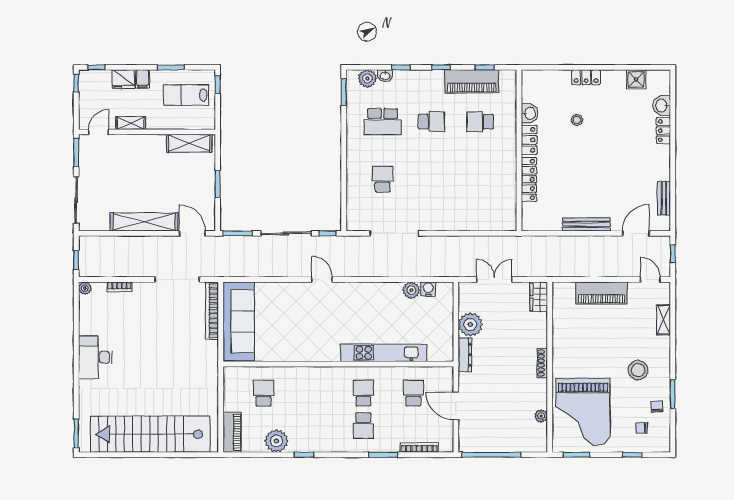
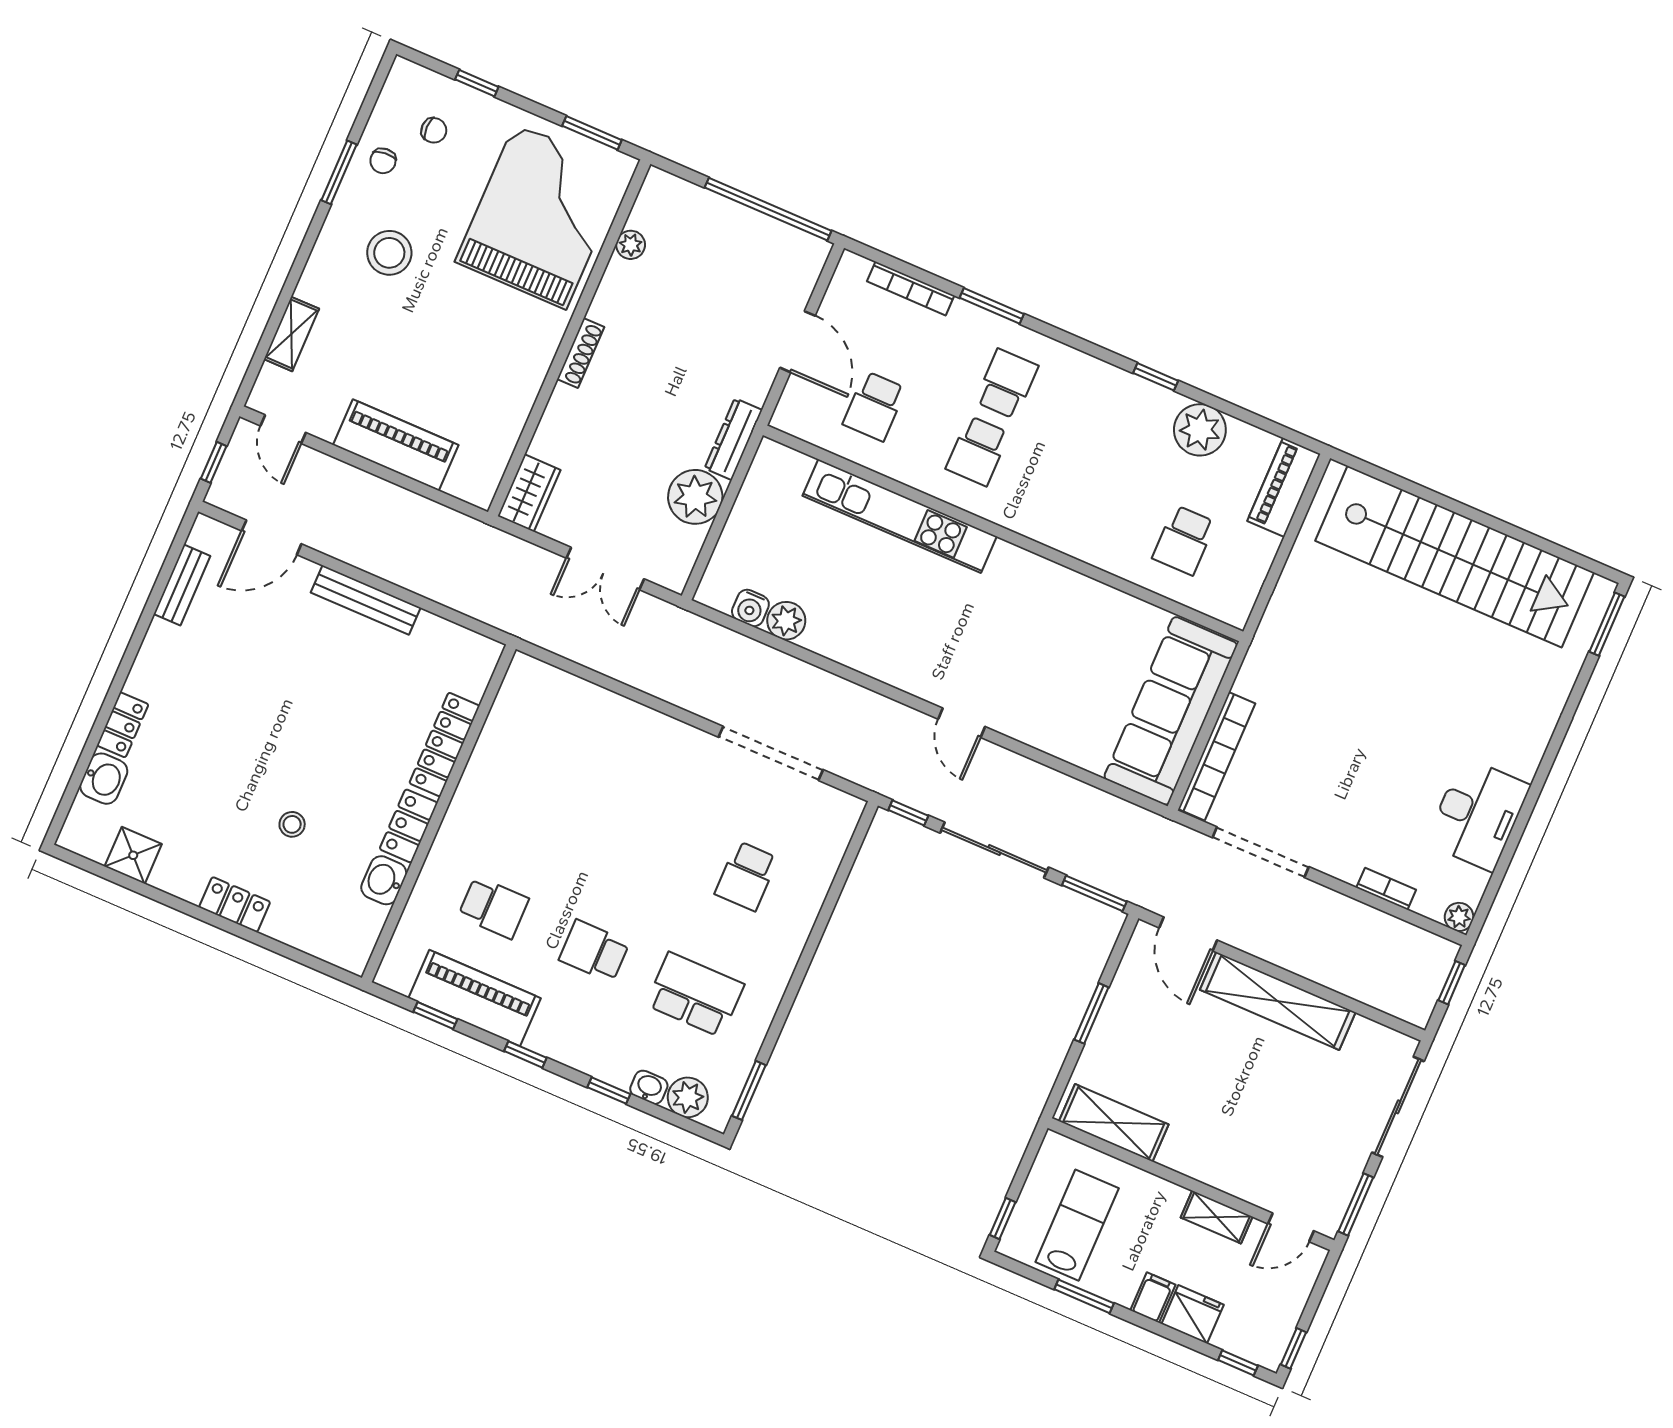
lab bench: (186, 95) -> (1077, 1225), turned -90
desk: (95, 357) -> (1478, 814), moved

